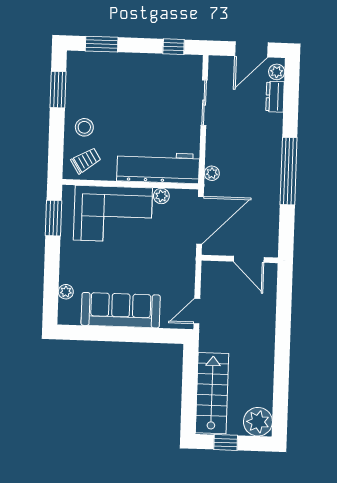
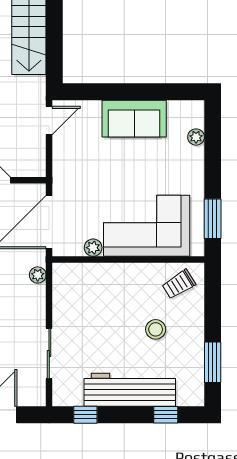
window: (102, 44) -> (166, 415), width x0.67
stool: (84, 127) -> (156, 329), moved
workbench: (158, 167) -> (130, 390), moved, turned 180
sofa: (121, 310) -> (134, 119), width x0.73

